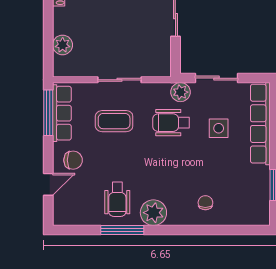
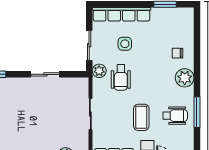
coffee table: (114, 121) -> (141, 117), moved
plant: (153, 213) -> (185, 78), moved

